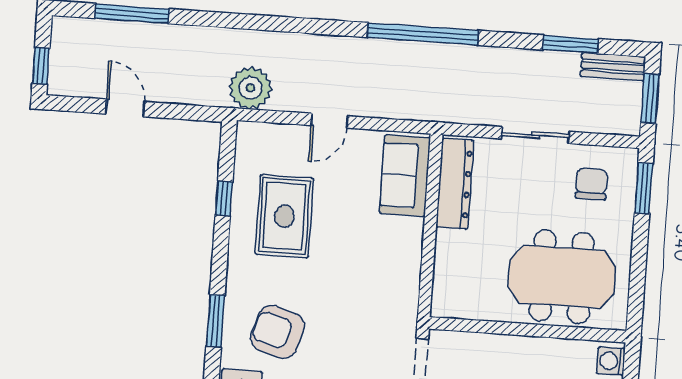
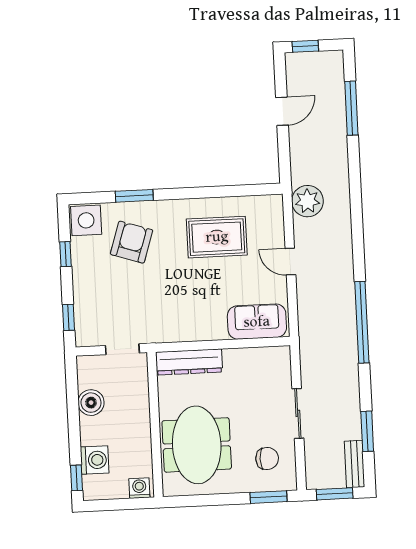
dresser: (455, 184) -> (189, 362), moved
window: (224, 198) -> (224, 191), removed

